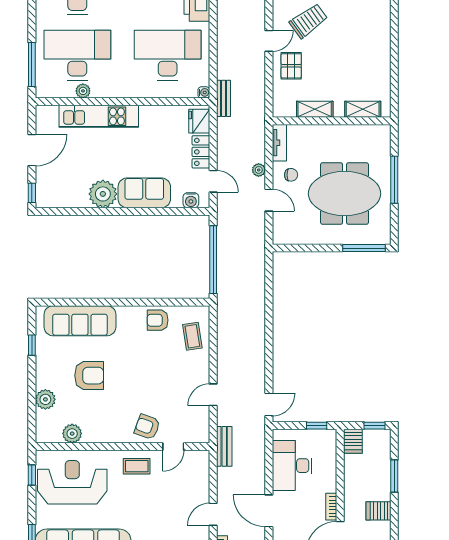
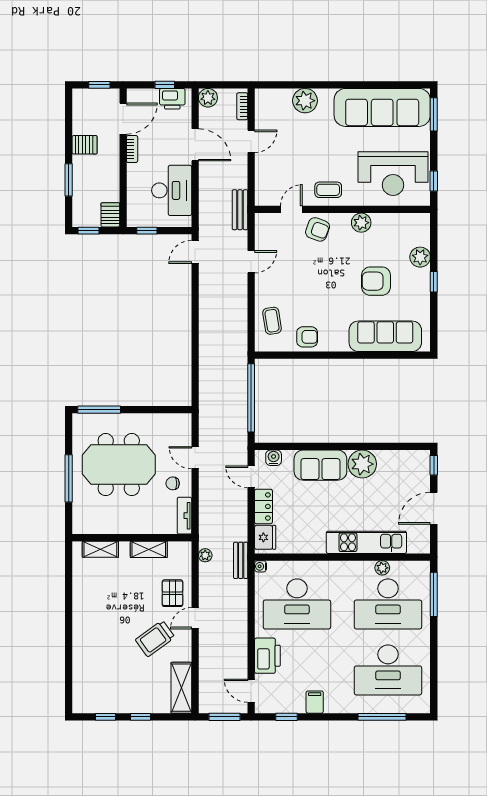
plant: (259, 170) -> (205, 555), moved
window: (32, 345) -> (434, 282), moved
plant: (72, 434) -> (361, 223), moved

